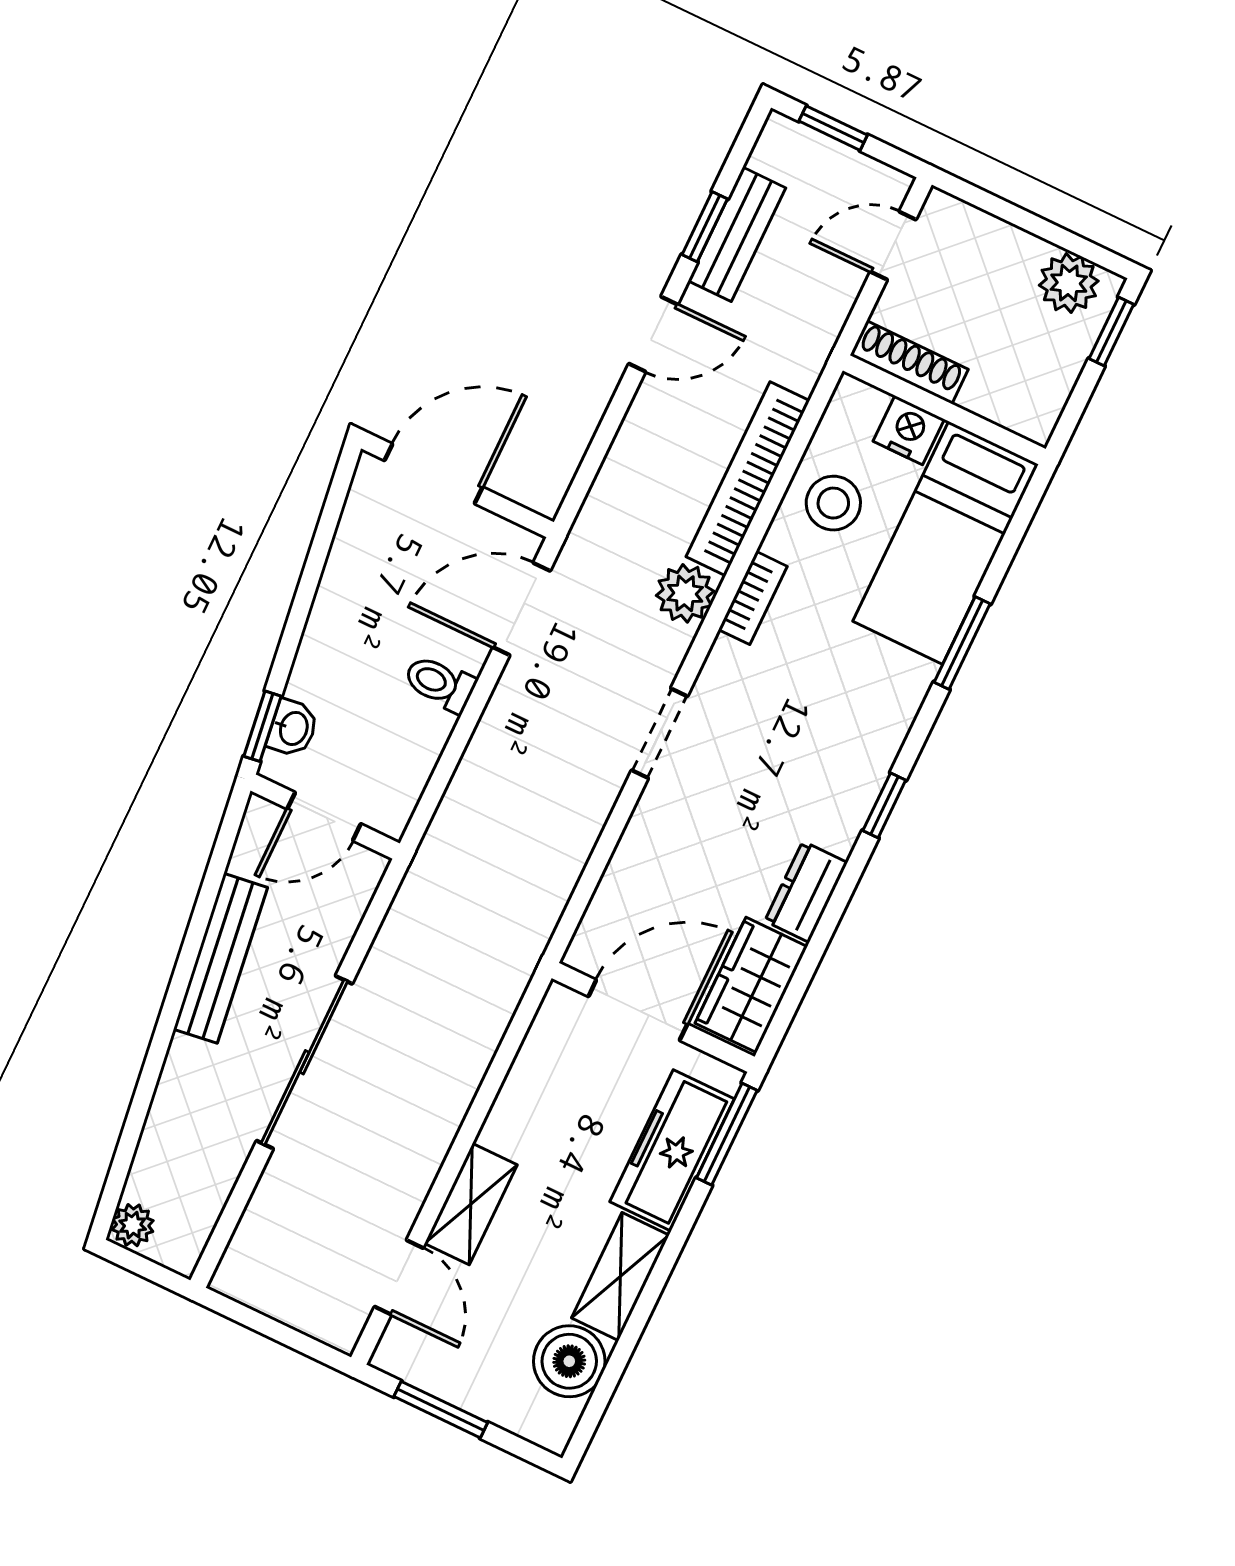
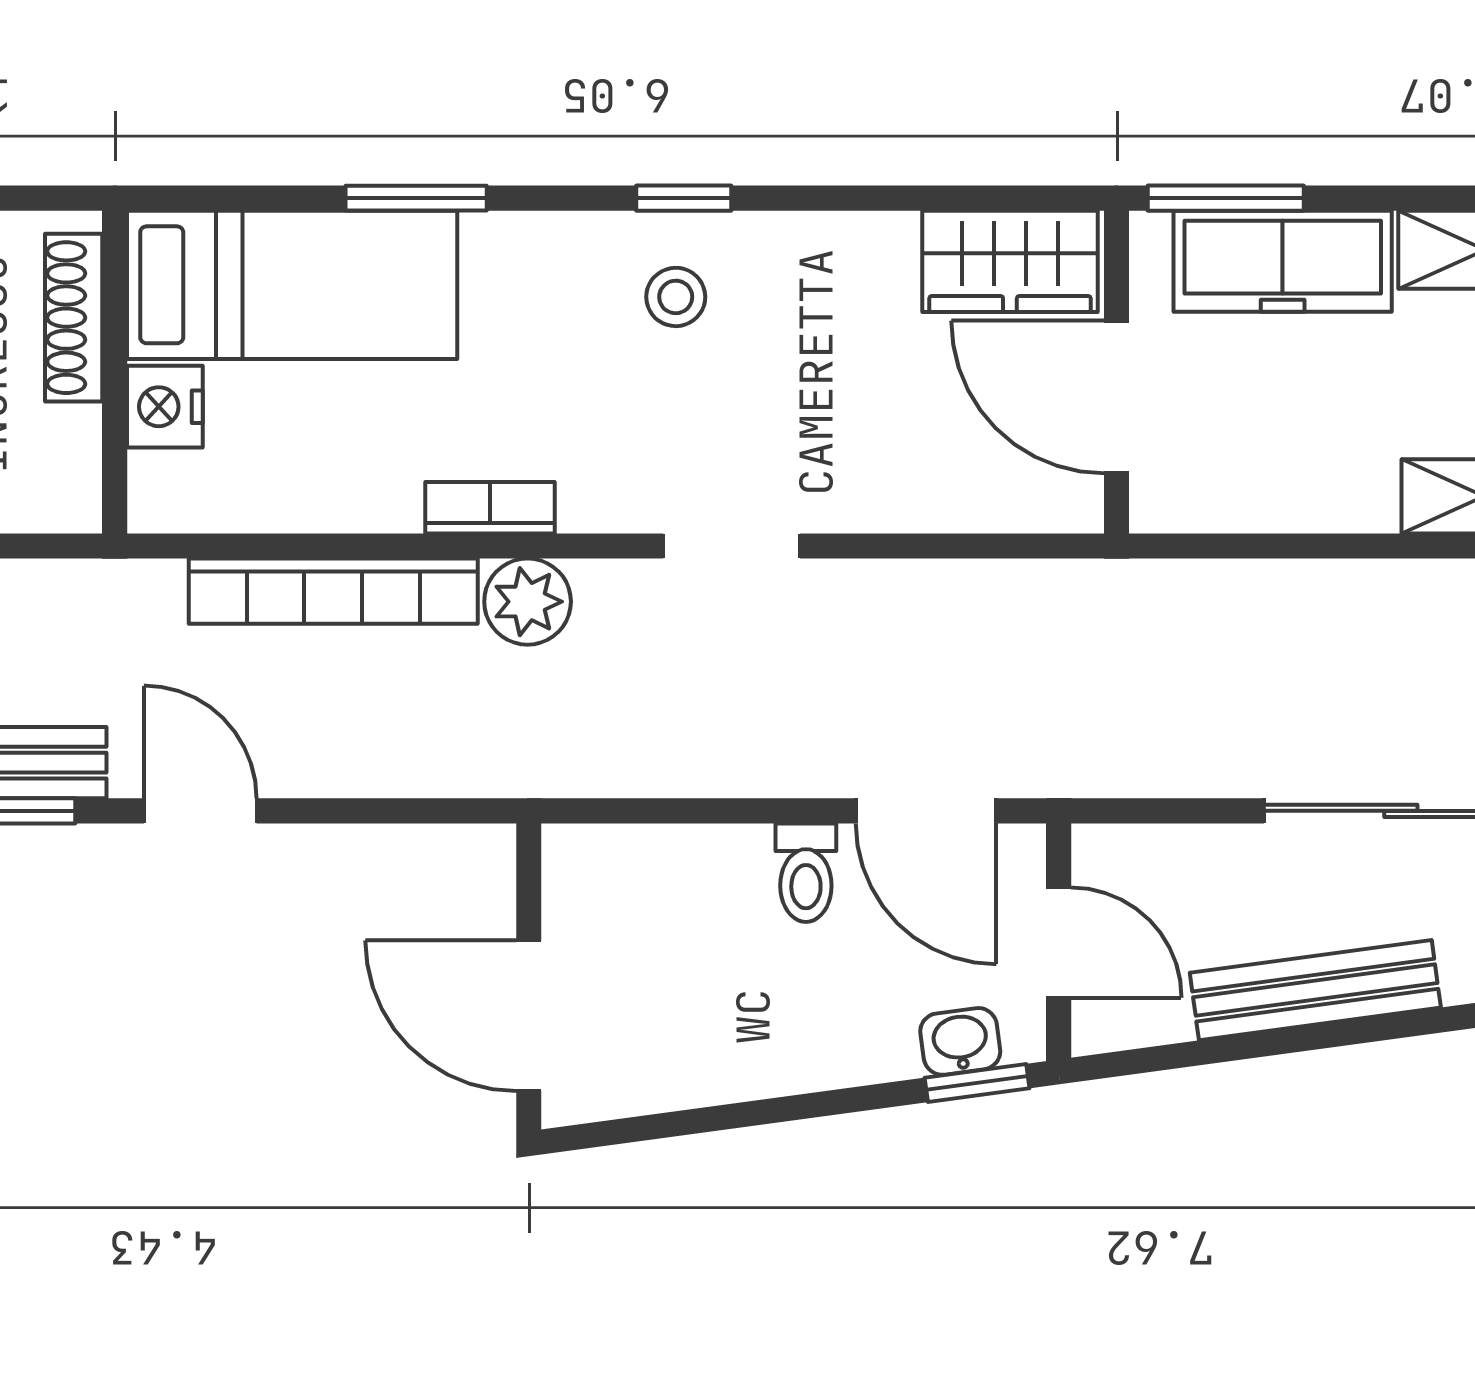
shoe rack: (909, 362) -> (74, 318), moved
stool: (833, 503) -> (676, 297), moved, width x0.73, depth x0.73
door: (522, 609) -> (926, 811), moved
dresser: (806, 892) -> (850, 248), removed

